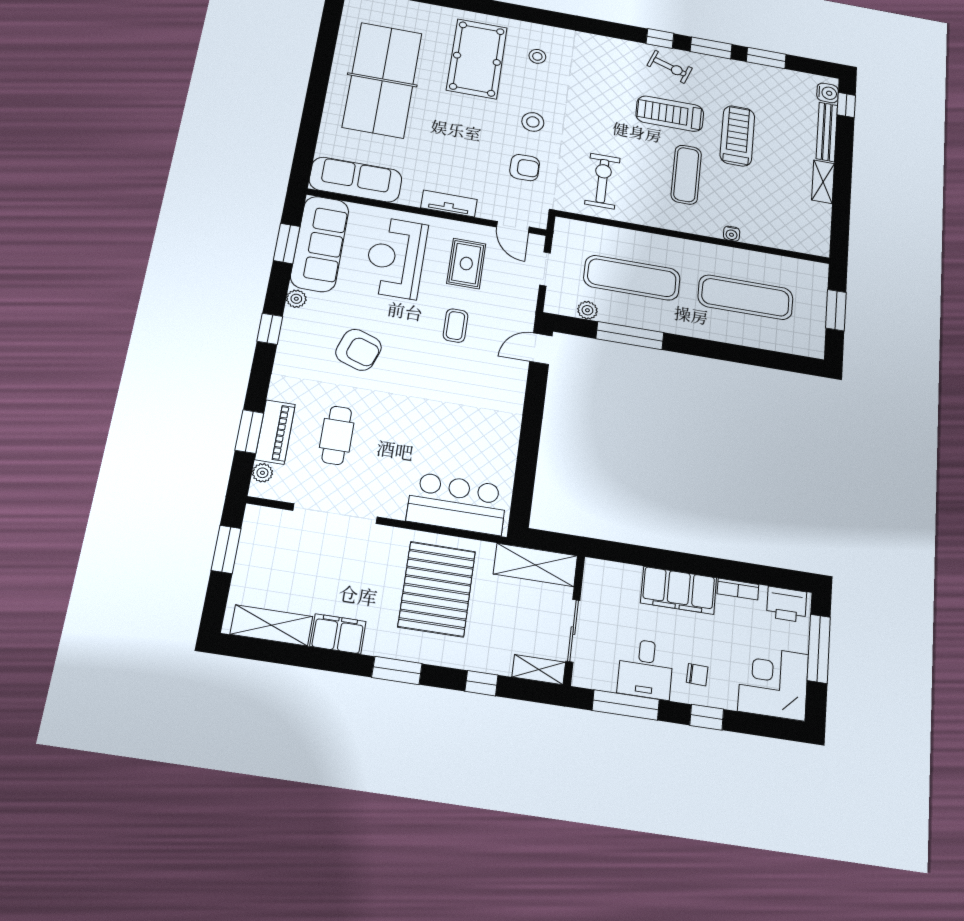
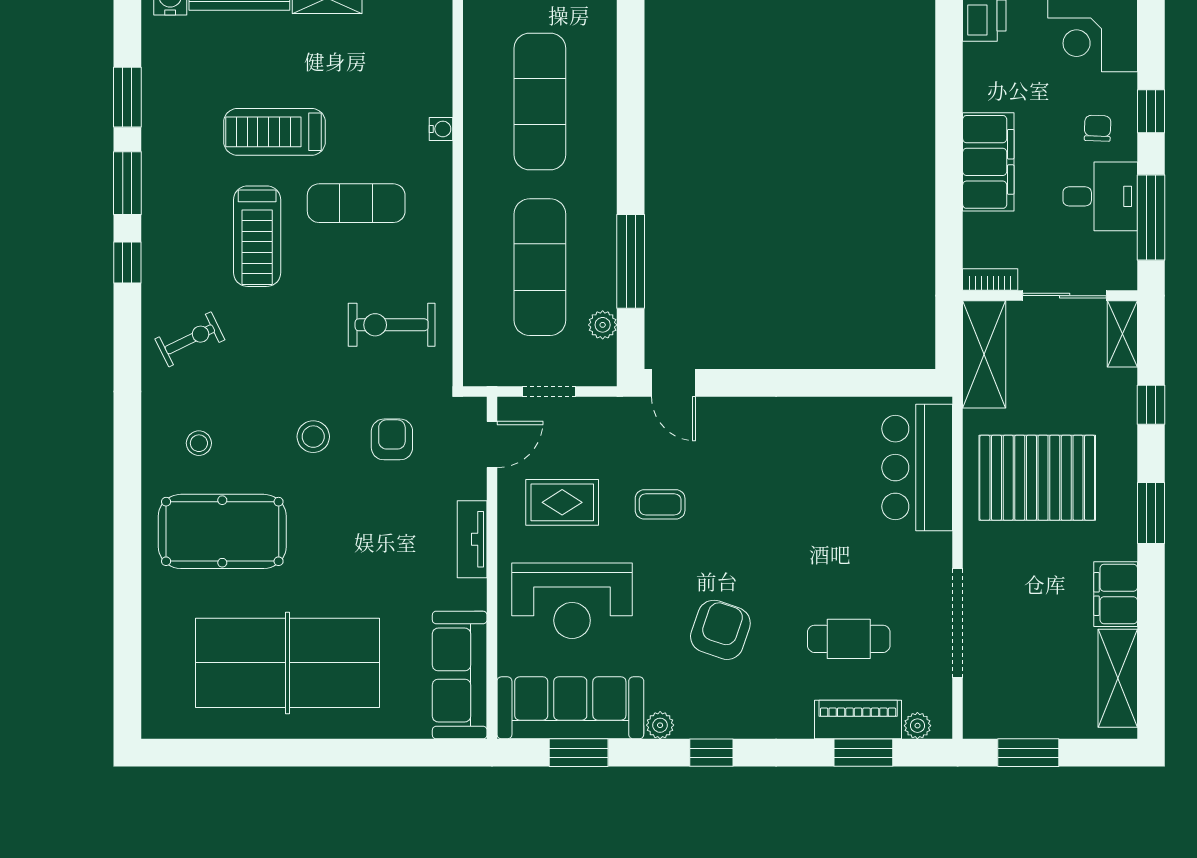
exercise bike: (670, 67) -> (190, 339), moved, turned 45
bookcase: (738, 589) -> (990, 279), moved, turned -90

